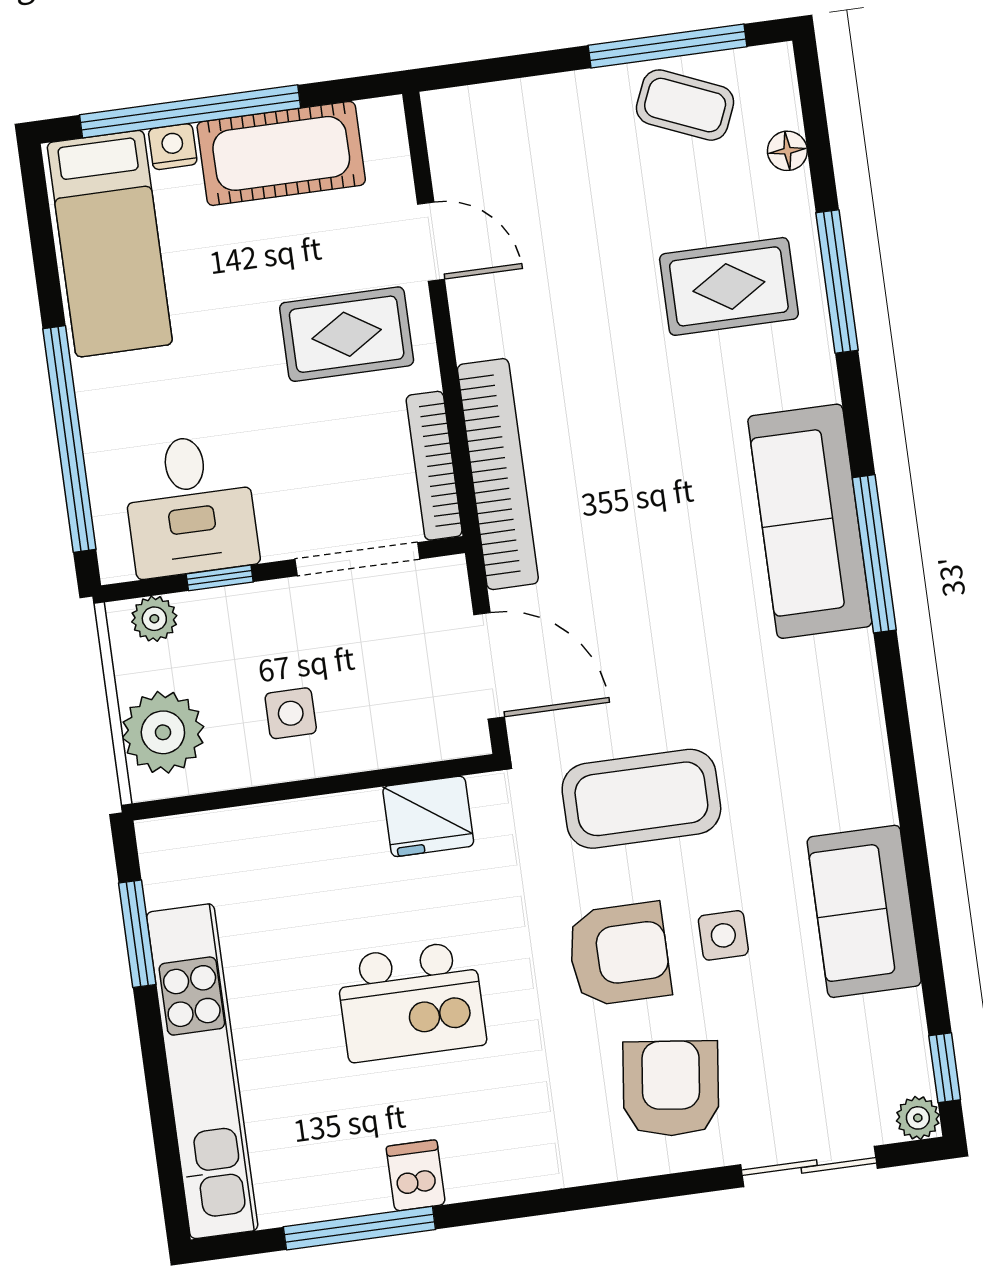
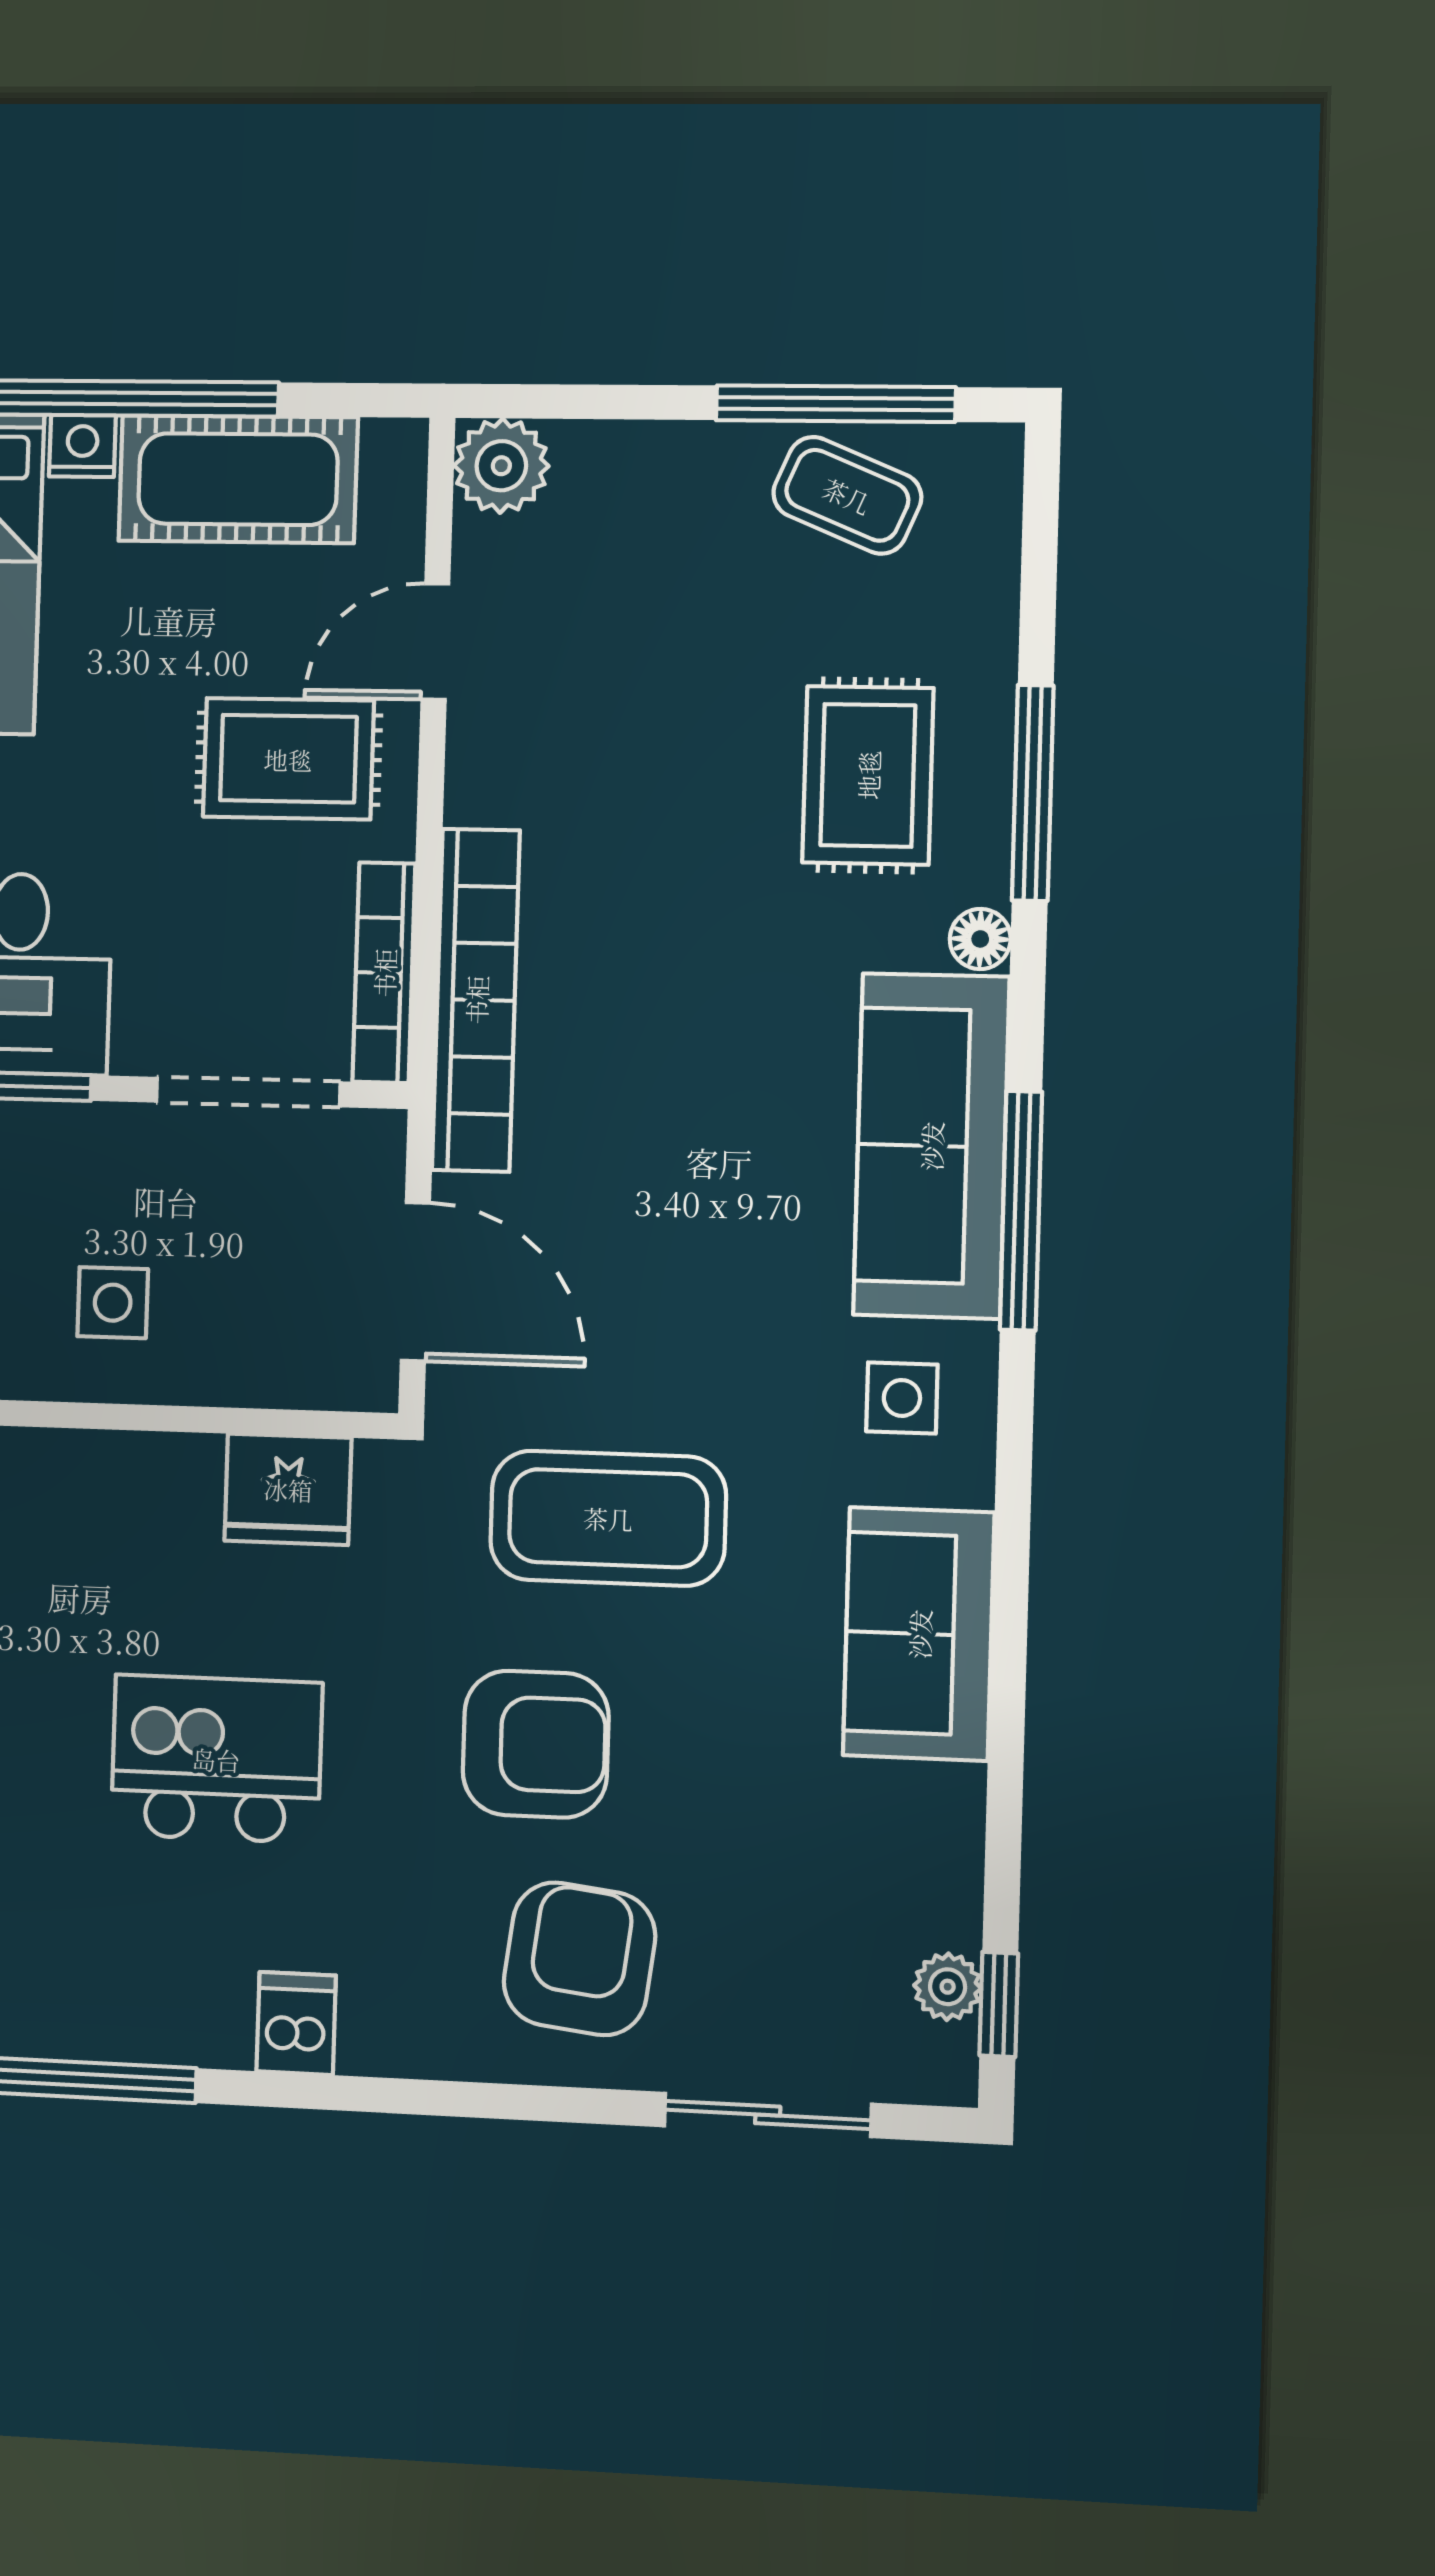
plant: (455, 119) -> (501, 466), added
floor lamp: (787, 151) -> (980, 939), moved
door: (431, 242) -> (435, 642), swing flipped
rug: (729, 286) -> (868, 775), turned 90
sofa: (864, 911) -> (919, 1634), moved
side table: (723, 935) -> (902, 1398), moved
kitchen island: (411, 1001) -> (216, 1759), turned 180
plant: (918, 1118) -> (948, 1987), moved
dishwasher: (416, 1175) -> (296, 2023), moved

